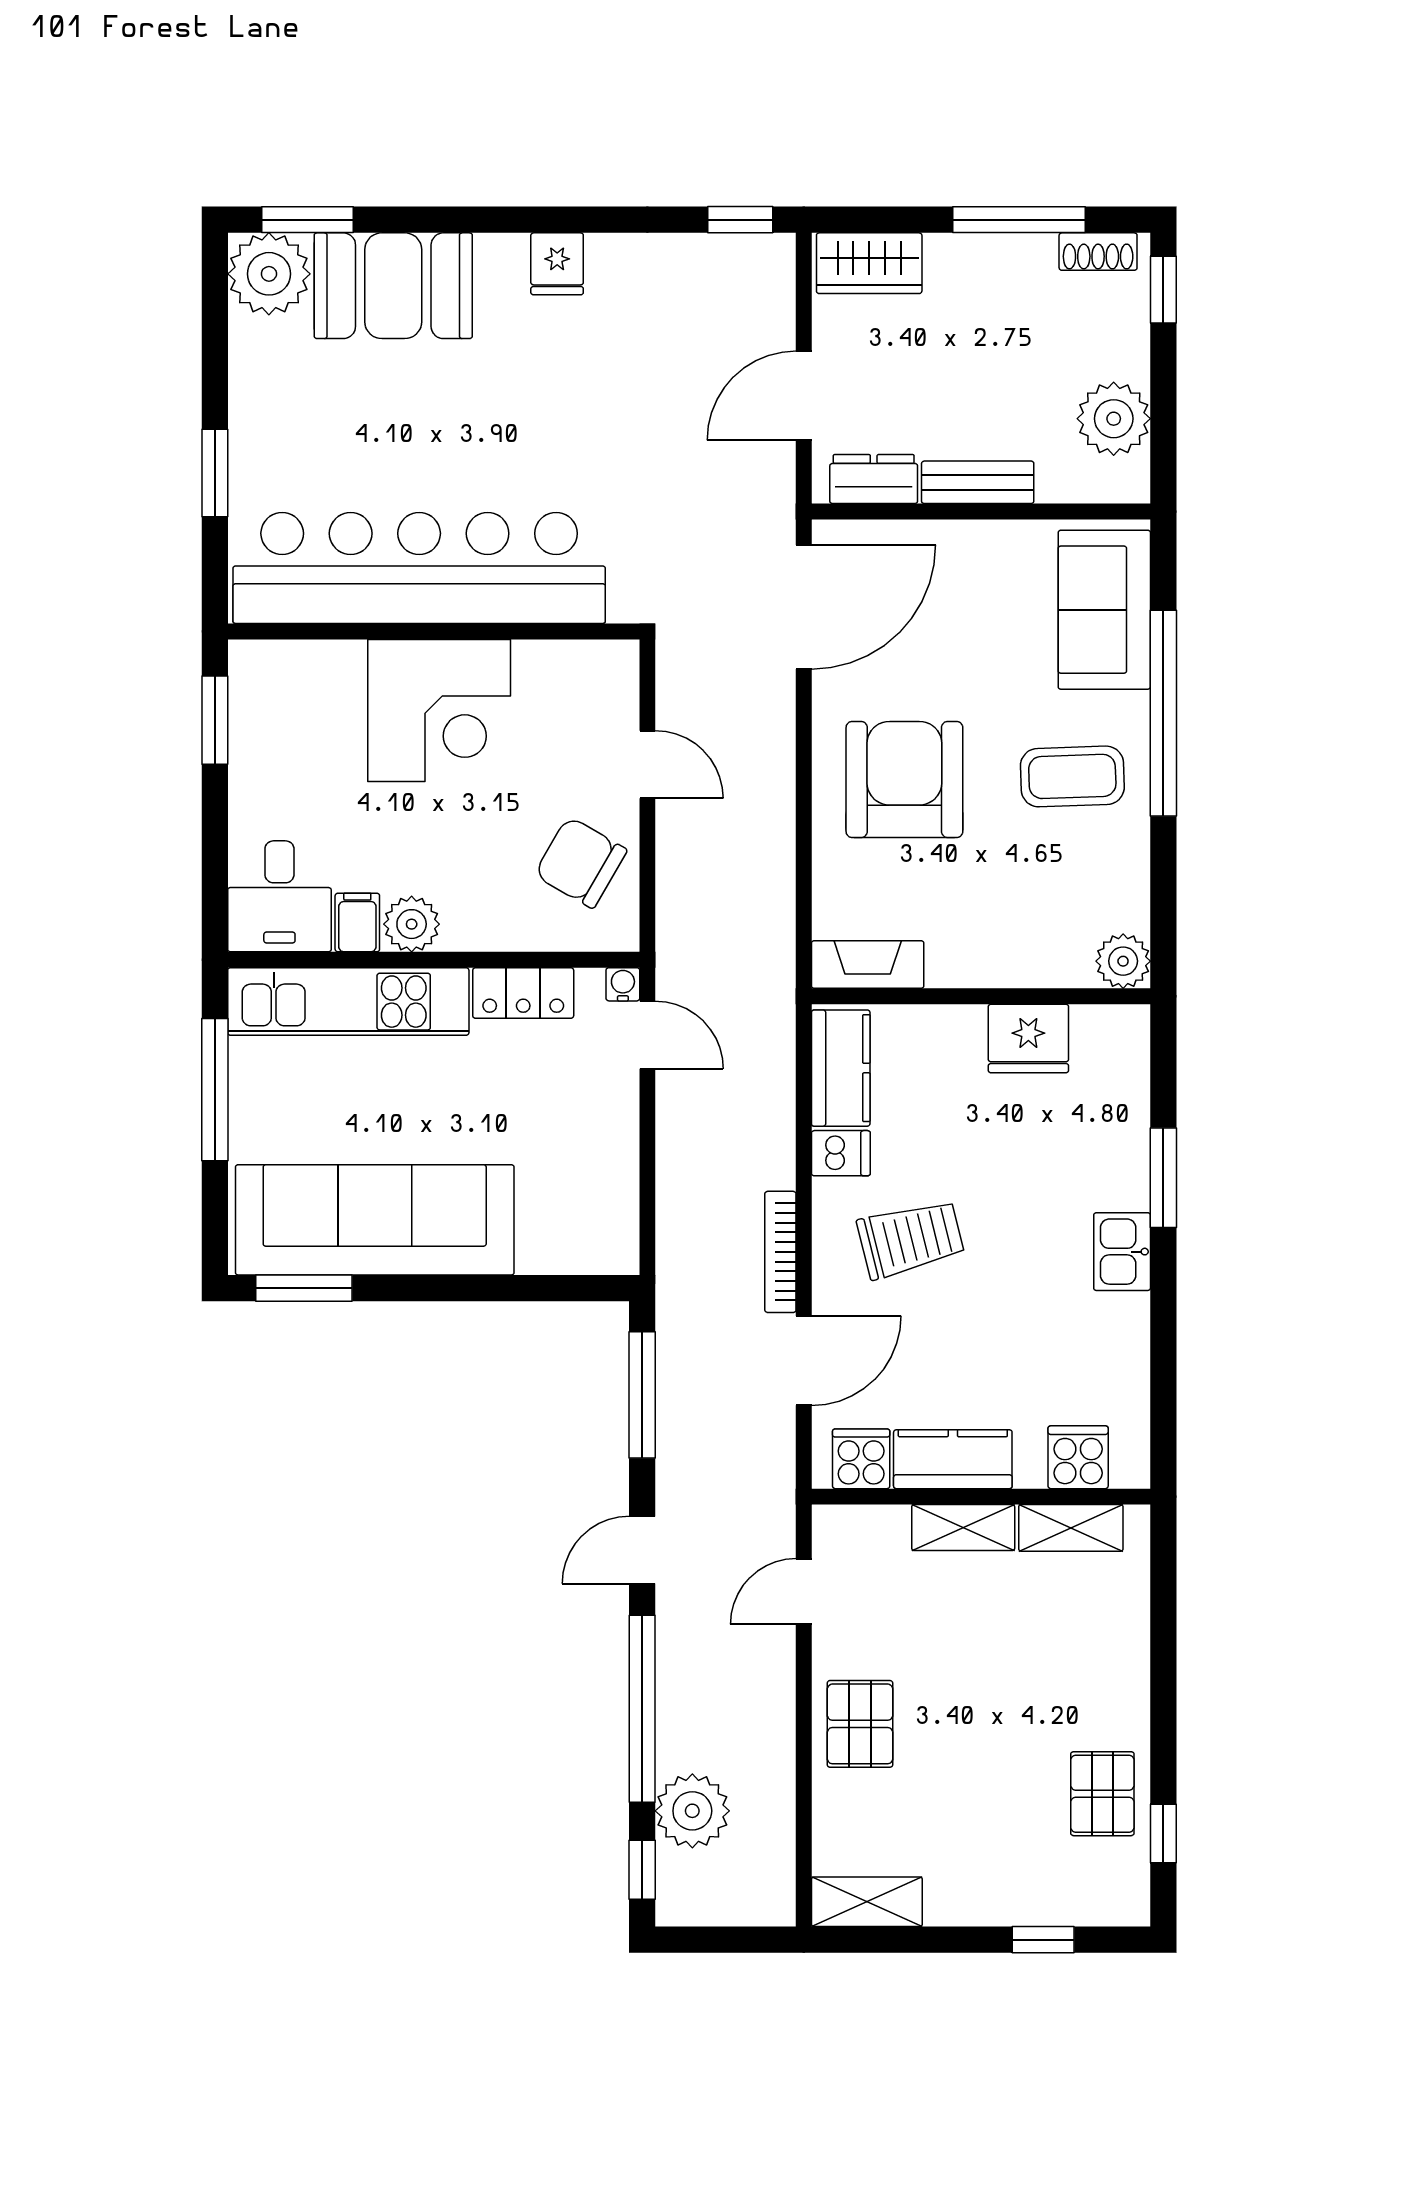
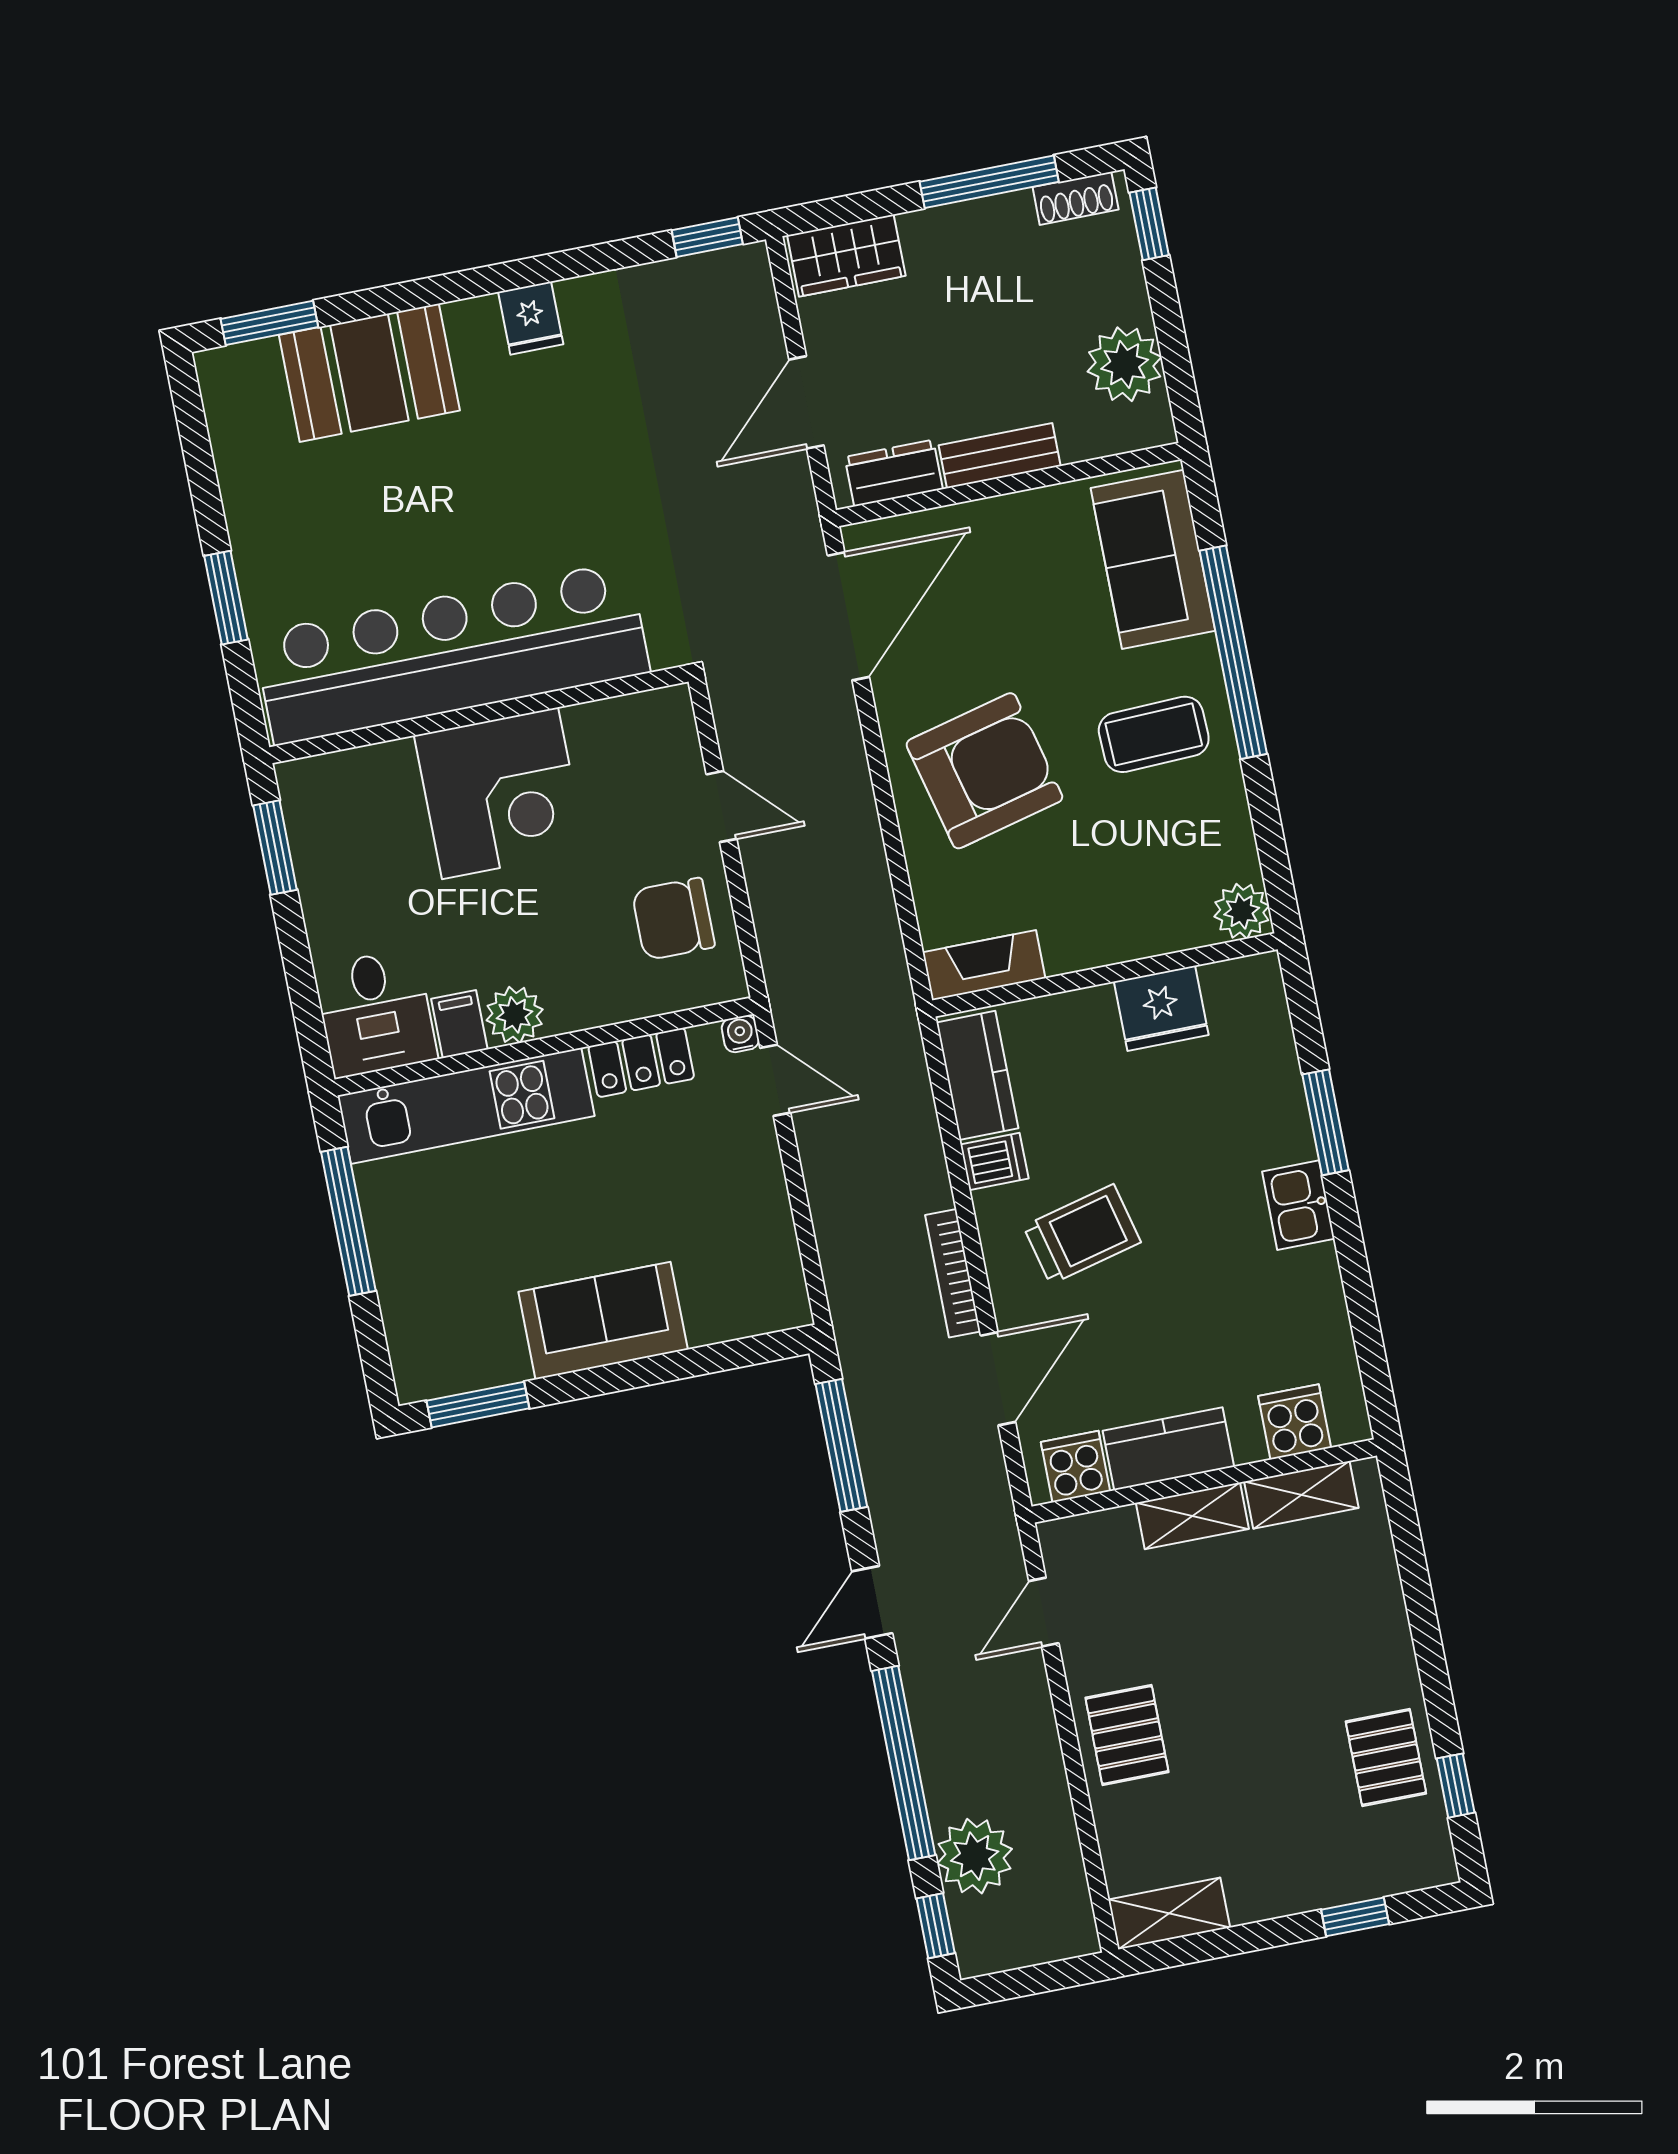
plant: (269, 274) -> (241, 385), removed
armchair: (904, 779) -> (984, 771), turned 76
chair: (581, 862) -> (673, 919), turned -30
sofa: (375, 1220) -> (603, 1321), width x0.54, depth x0.79

